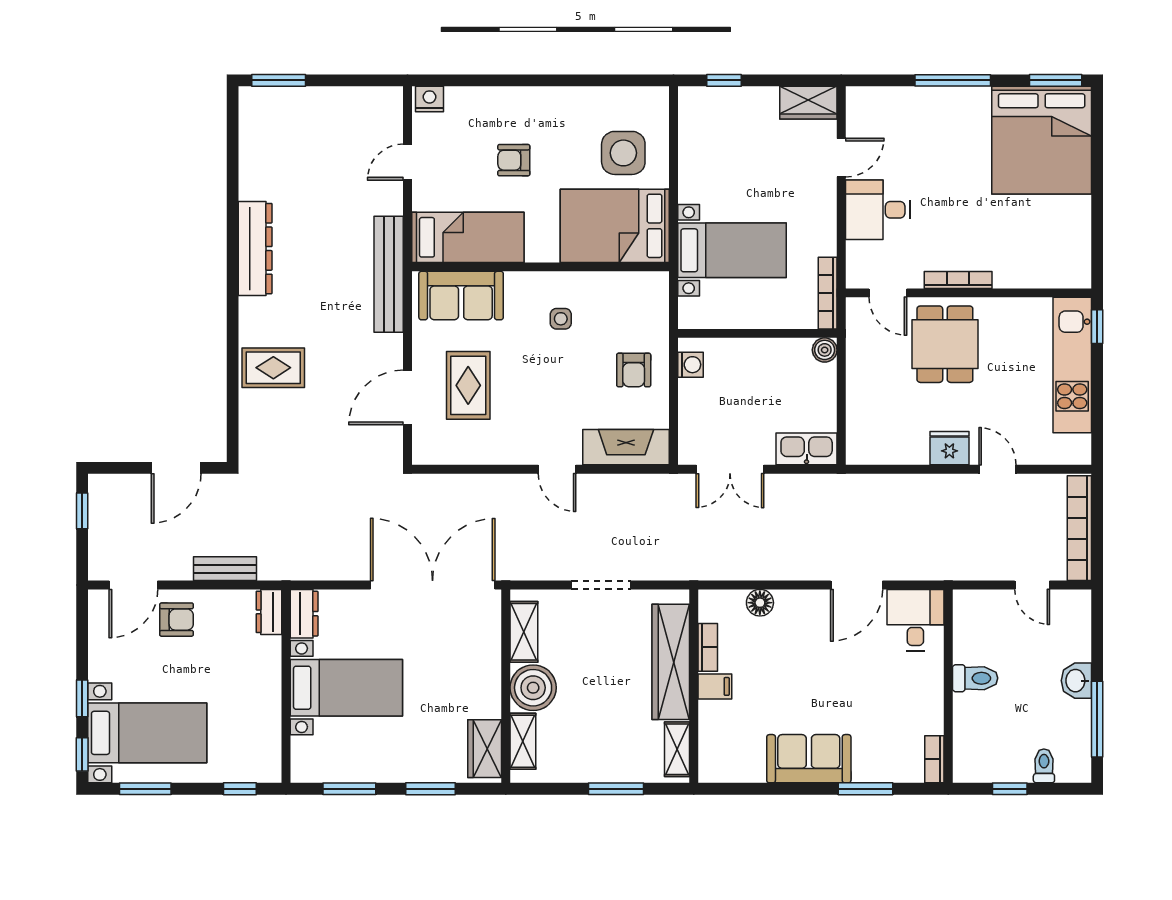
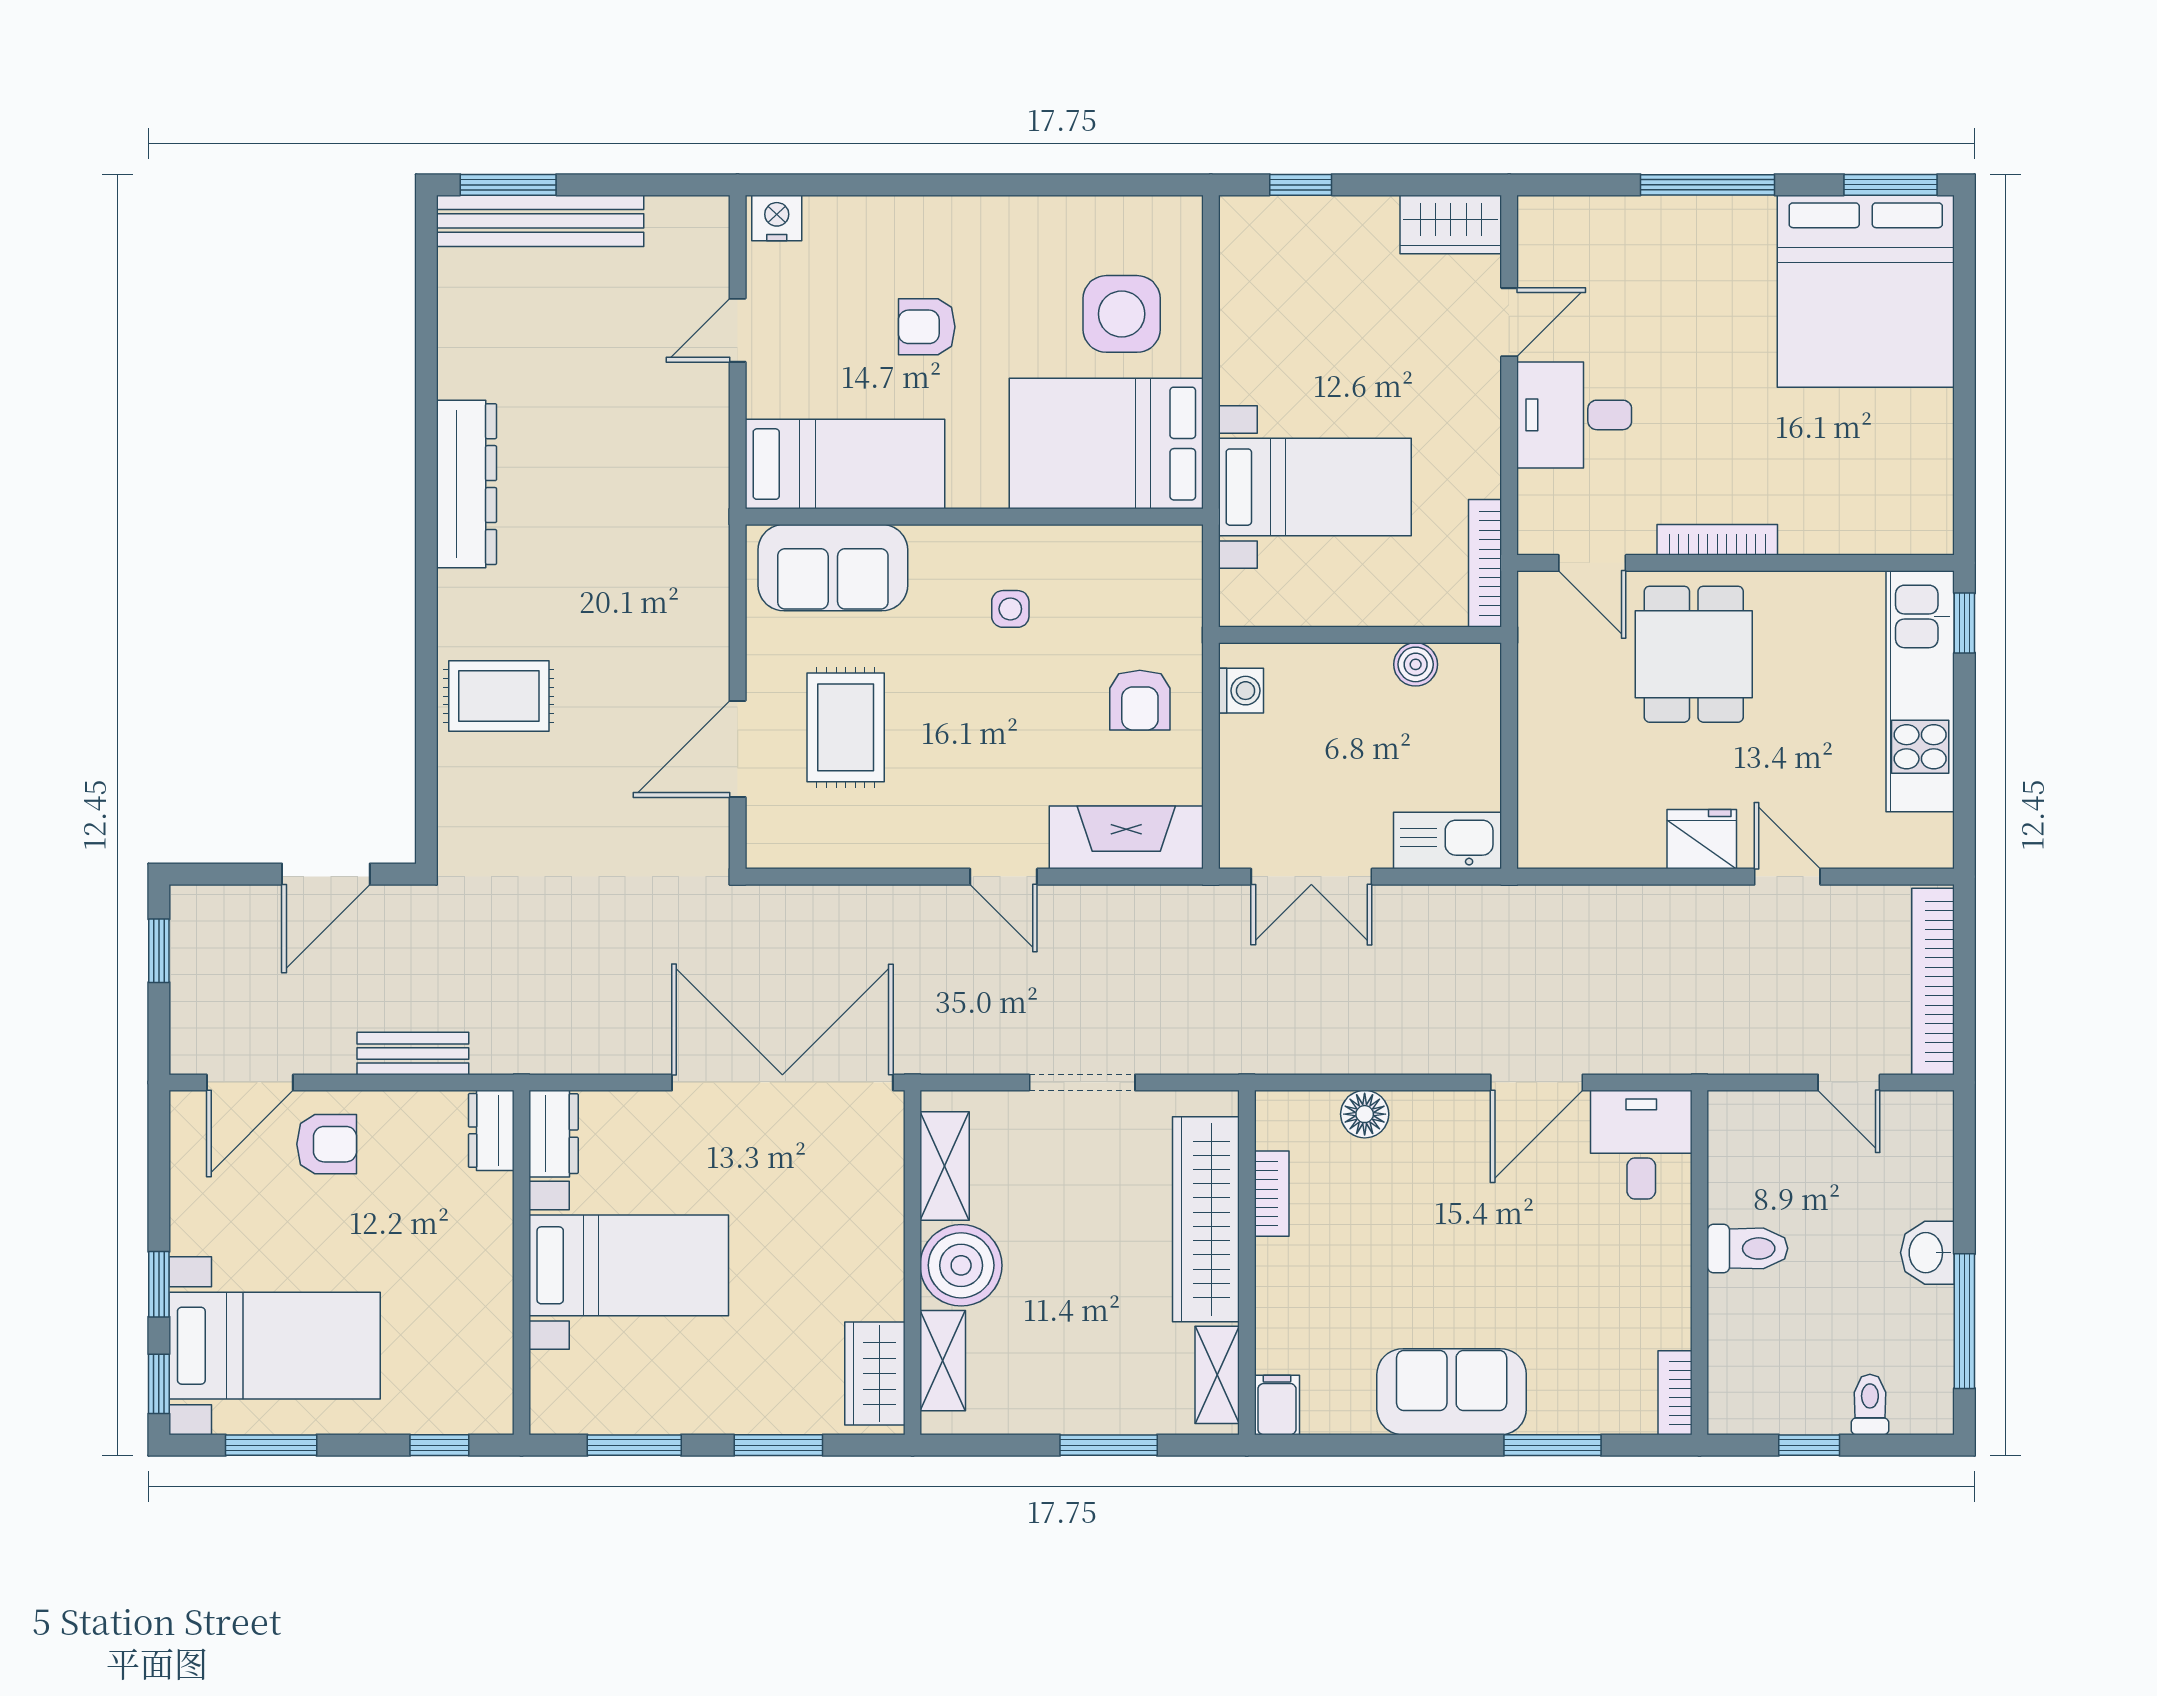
bench: (389, 274) -> (540, 221), moved, turned 90
boiler: (825, 350) -> (1416, 664), moved
filing cabinet: (715, 686) -> (1277, 1405), moved, turned -90

